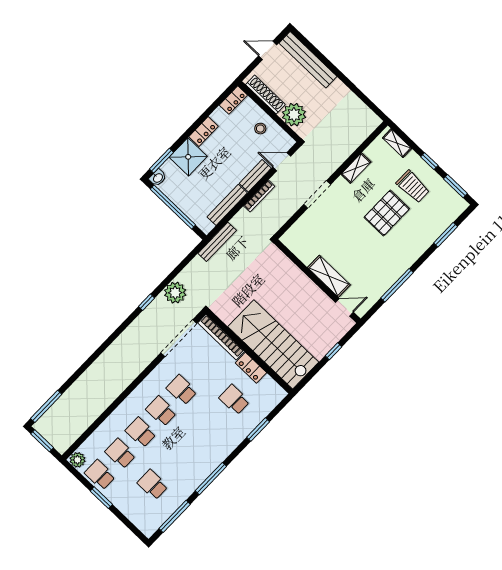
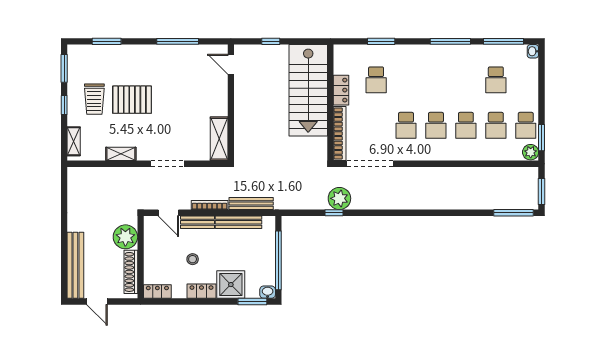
stool: (260, 129) -> (193, 259), moved
trolley: (413, 187) -> (94, 99), turned 180
bench: (217, 242) -> (251, 203), moved
shelving: (329, 276) -> (219, 139), moved
window: (146, 302) -> (334, 213), moved
window: (101, 498) -> (542, 138), moved
washbasin: (147, 530) -> (533, 51), added

